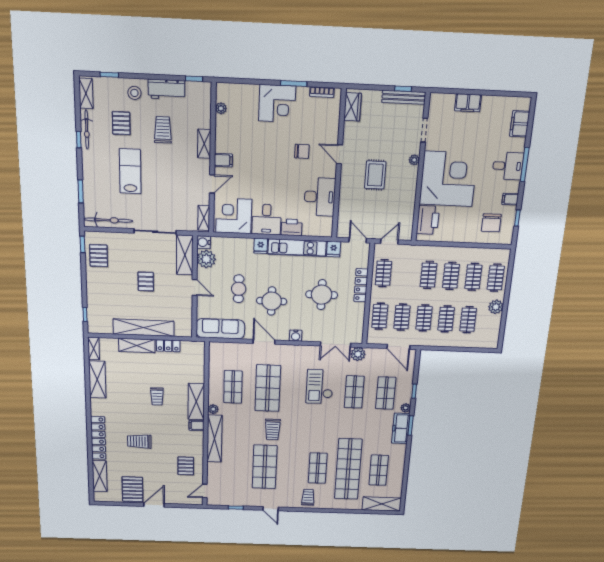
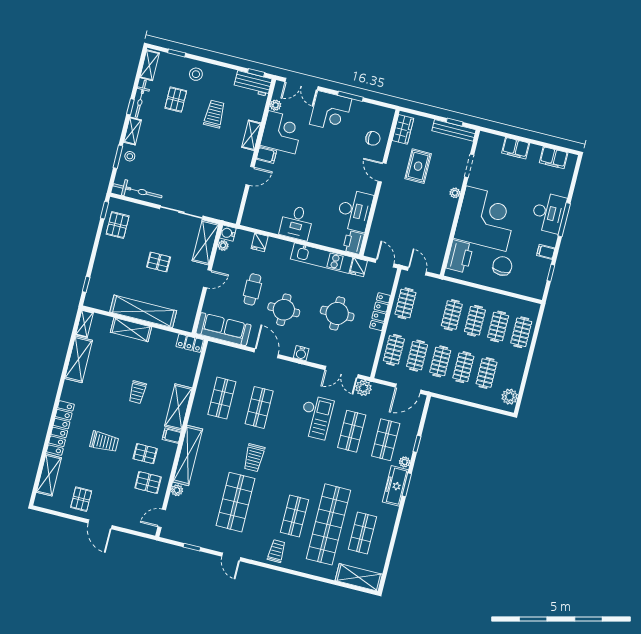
double door: (242, 81) -> (302, 84), added
workbench: (166, 89) -> (253, 83), moved
bookcase: (322, 92) -> (376, 110), removed
filing cabinet: (520, 124) -> (554, 158), moved, turned -90
chair: (302, 151) -> (373, 138), moved
desk: (508, 166) -> (548, 213), width x1.37
lab bench: (130, 171) -> (172, 147), removed
rug: (375, 175) -> (418, 166), moved
stool: (92, 189) -> (130, 156), added
corner desk: (234, 216) -> (282, 132), moved, turned 90
shelving: (204, 218) -> (133, 131), moved
chair: (491, 223) -> (502, 266), moved, turned 180
printer: (292, 227) -> (354, 242), moved, turned -90
door: (389, 242) -> (417, 271), hinge flipped
fridge: (261, 246) -> (260, 242), moved
plant: (206, 259) -> (223, 245), width x0.53, depth x0.53
pallet: (146, 282) -> (159, 262), turned 90
door: (195, 287) -> (207, 279), hinge flipped
plant: (496, 307) -> (510, 397), moved
locker: (168, 346) -> (190, 343), moved
door: (398, 347) -> (408, 389), hinge flipped
checkout: (320, 387) -> (316, 417), turned 180
shop shelf: (268, 388) -> (259, 407), width x0.70, depth x0.74
plant: (213, 409) -> (177, 490), moved
trolley: (139, 441) -> (104, 442), turned 180
pallet: (177, 444) -> (145, 454), added
pallet: (186, 466) -> (148, 482), turned 90
pallet: (133, 489) -> (81, 499), width x0.67, depth x0.71
door: (154, 505) -> (100, 524), swing flipped

